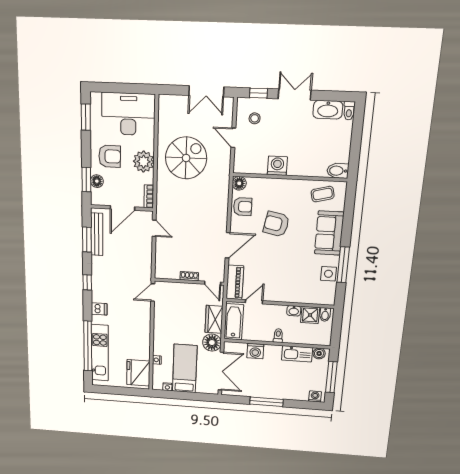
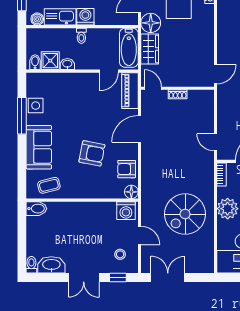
washing machine: (277, 166) -> (126, 211), moved
washing machine: (255, 351) -> (85, 17), moved

